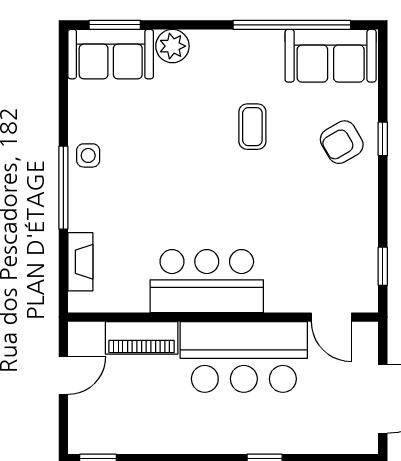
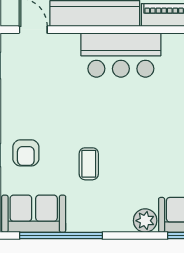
armchair: (342, 142) -> (26, 153), turned 120

